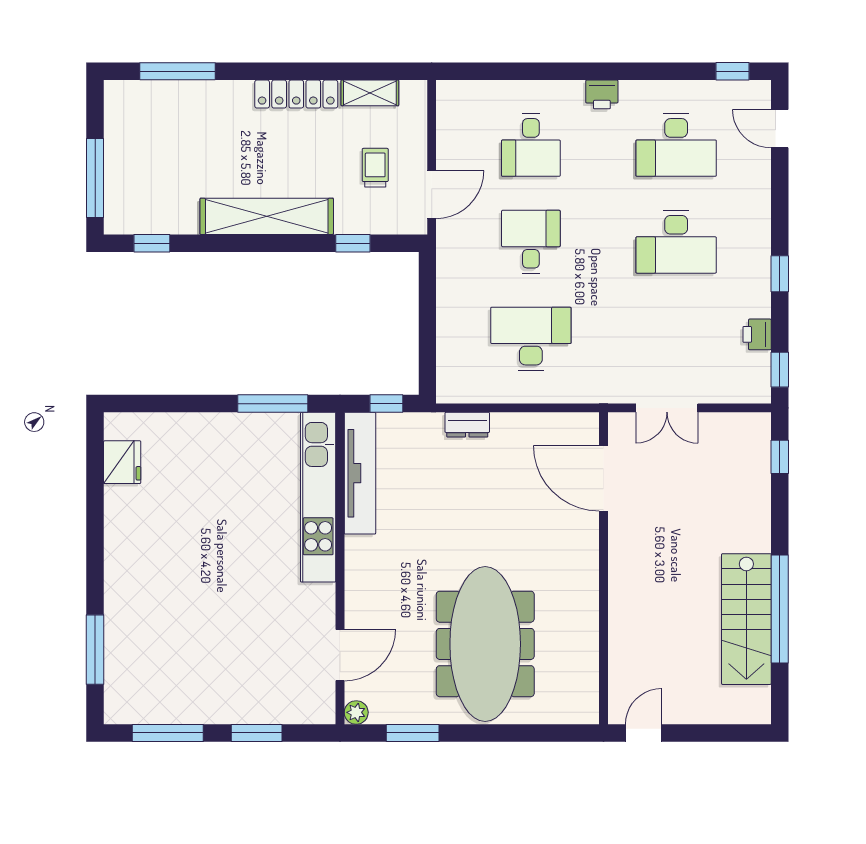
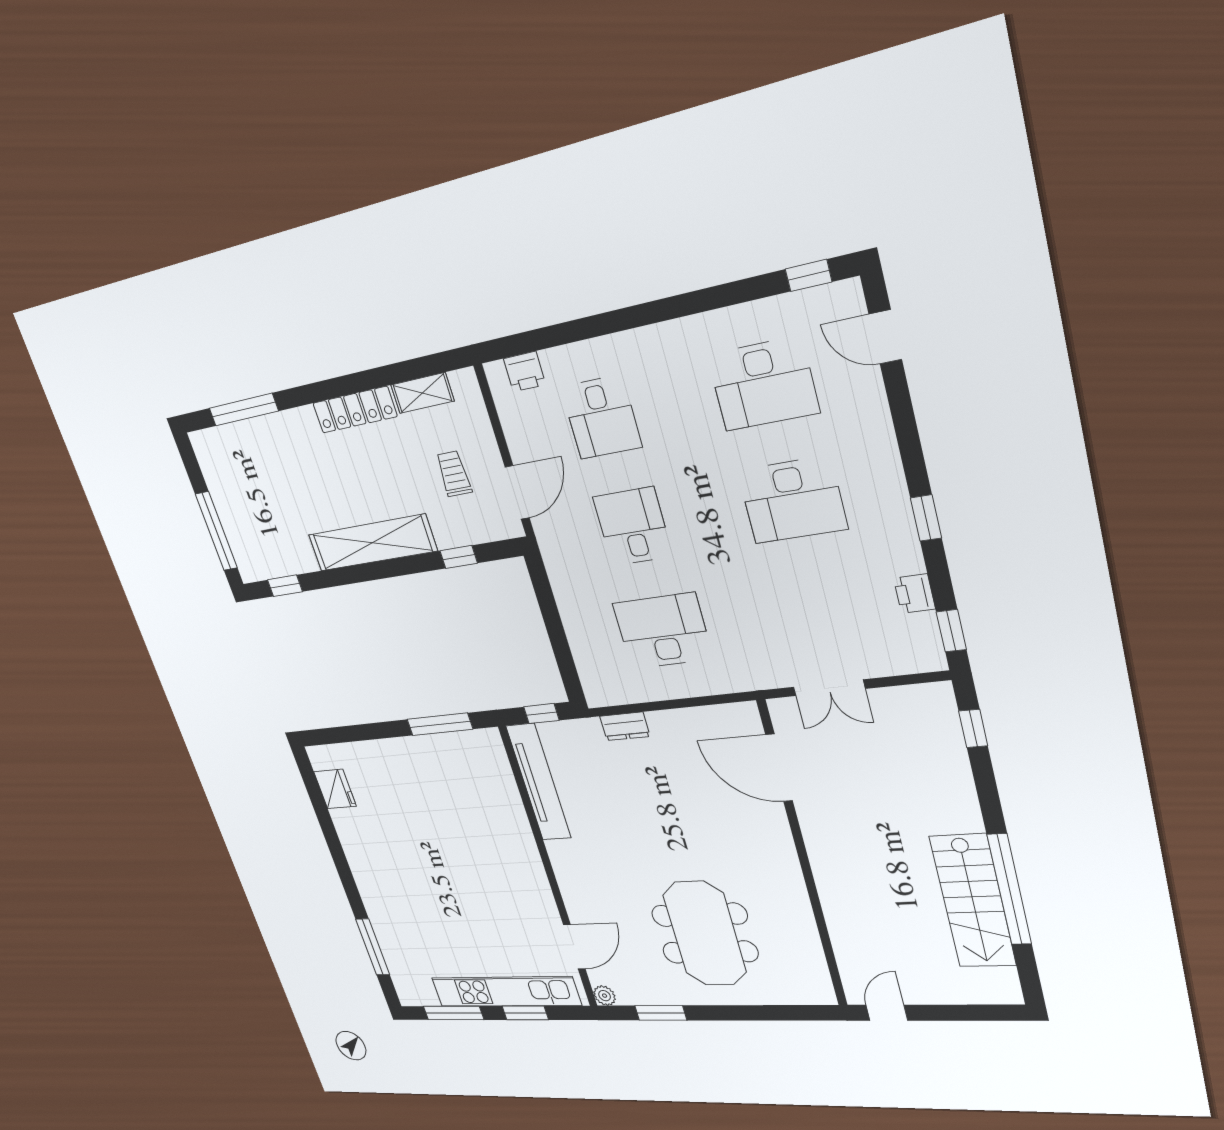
printer: (602, 94) -> (525, 372), moved
kitchen unit: (318, 497) -> (505, 992), moved, turned 90
meeting table: (485, 644) -> (705, 933), width x0.73

